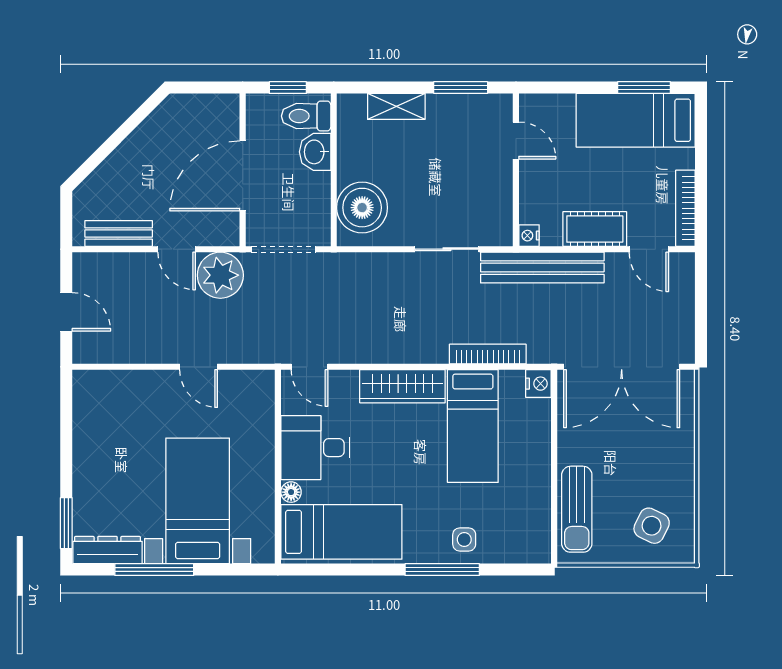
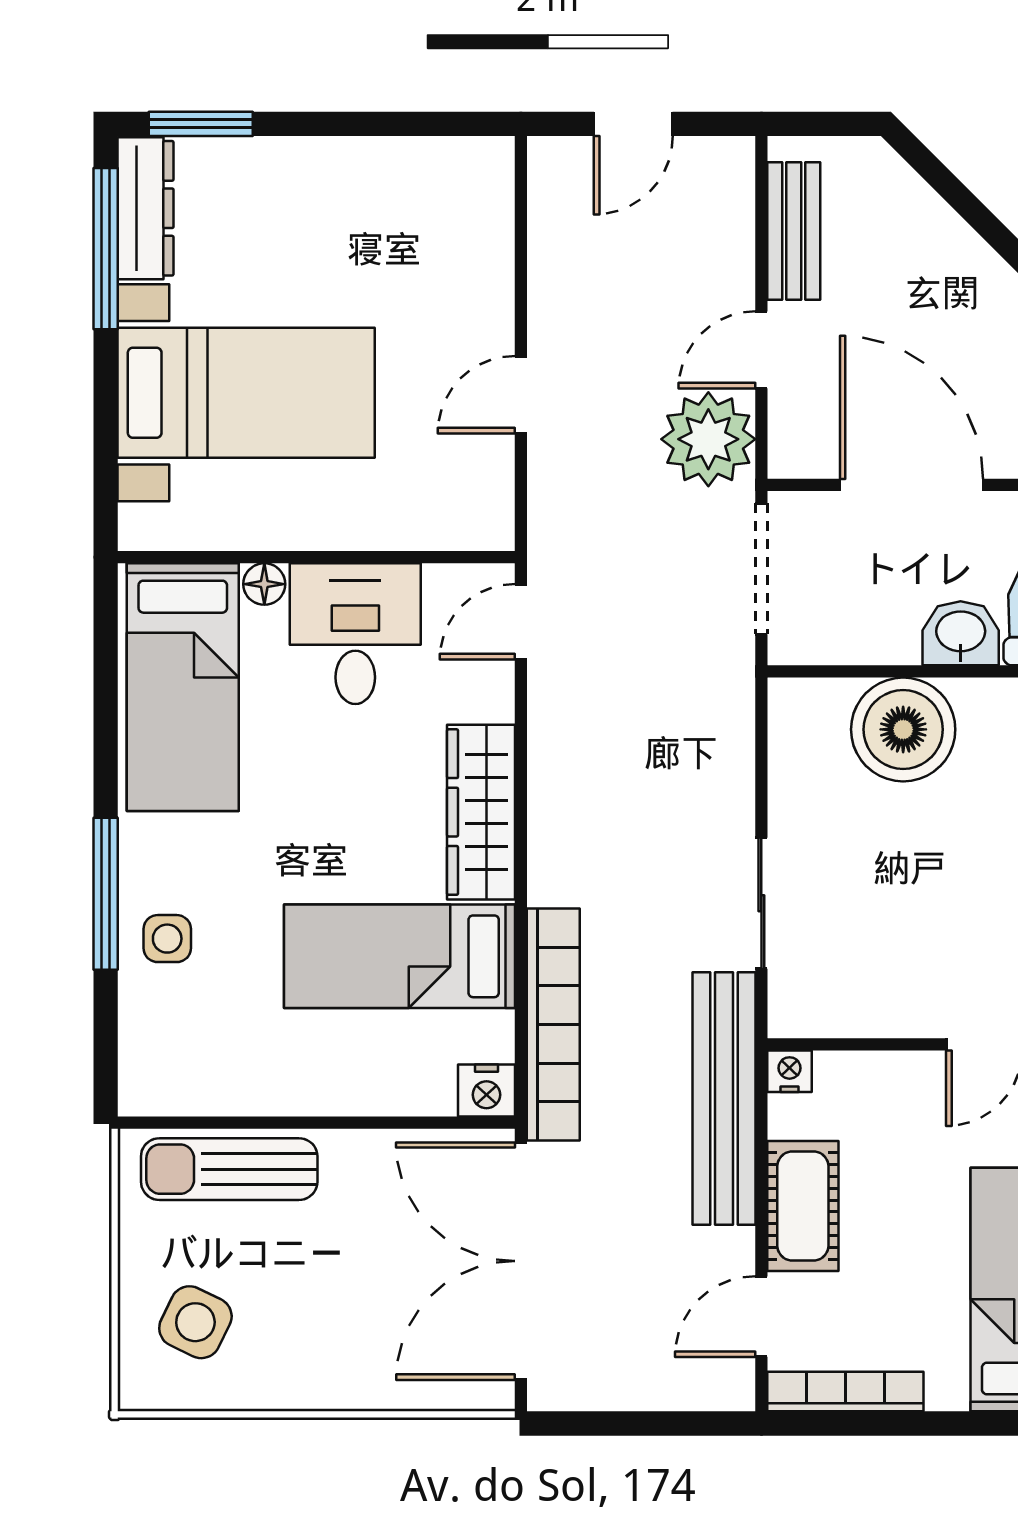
boiler: (362, 208) -> (903, 729), moved
bookcase: (488, 354) -> (553, 1024), width x1.48, depth x1.31
window: (154, 570) -> (106, 249), moved

